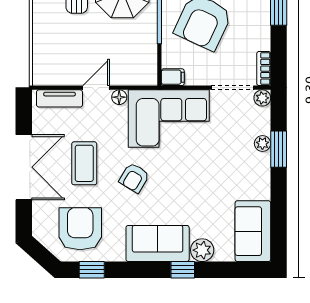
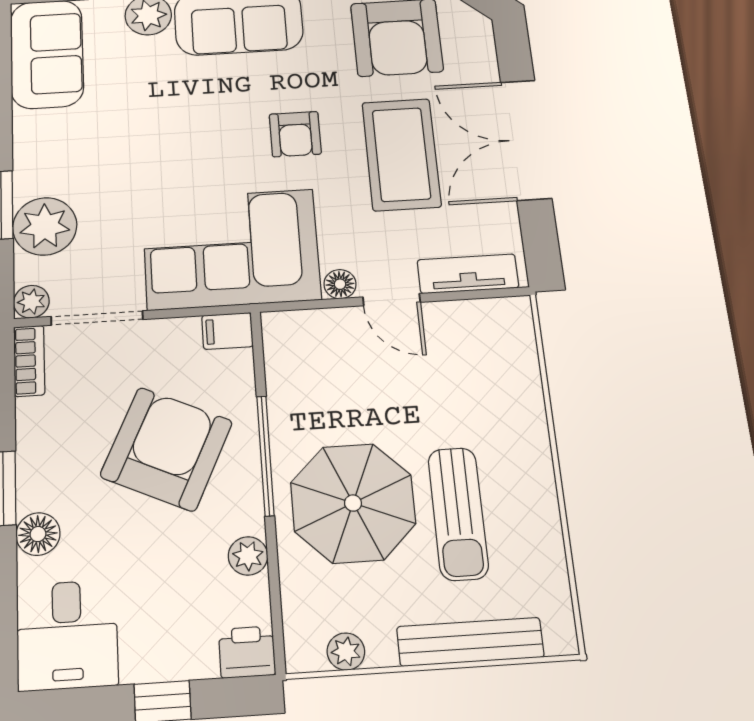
door: (96, 88) -> (392, 300), hinge flipped
plant: (262, 143) -> (45, 226), width x1.87, depth x1.87
coffee table: (84, 163) -> (401, 154), width x1.36, depth x1.32
armchair: (134, 178) -> (295, 134), turned 149

